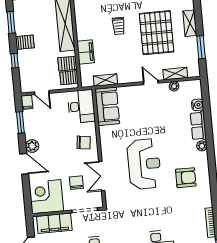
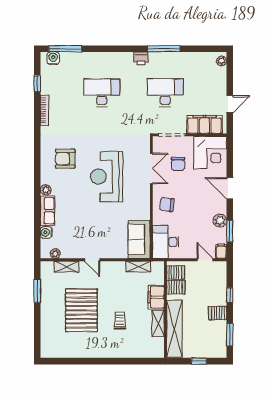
shelving: (190, 23) -> (158, 324), moved
plant: (174, 86) -> (55, 254), moved
plant: (32, 146) -> (220, 221), moved

